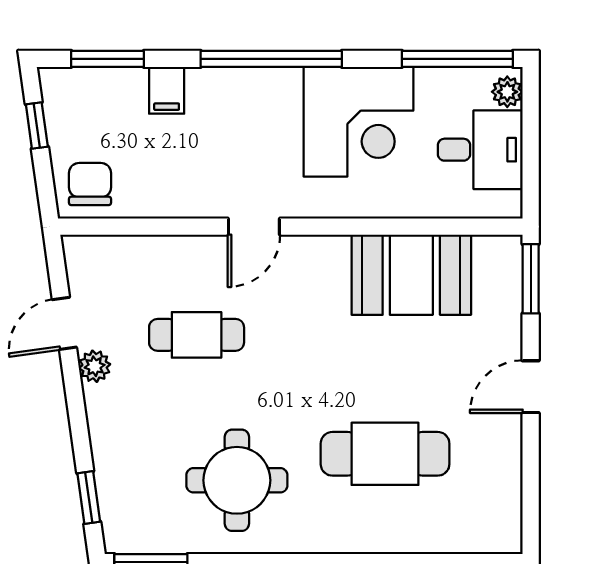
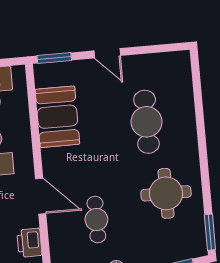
printer: (162, 195) -> (29, 243), added
door: (254, 227) -> (41, 196), width x1.38

